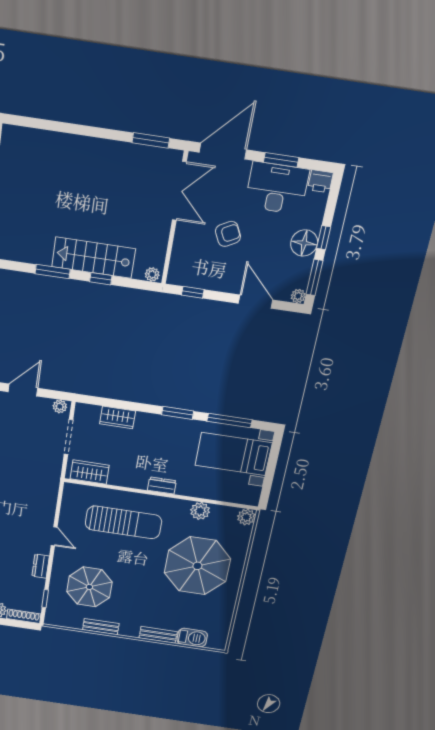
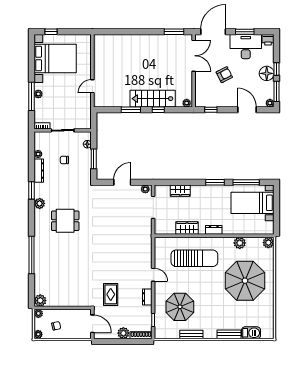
wardrobe: (90, 472) -> (187, 228), moved

